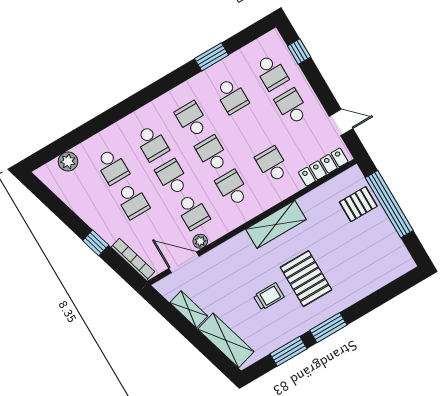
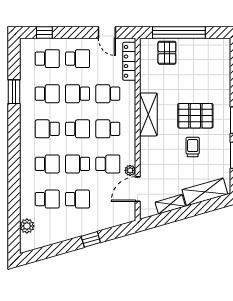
school desk: (292, 107) -> (78, 59), turned 180
door: (341, 122) -> (107, 33), swing flipped
school desk: (252, 130) -> (78, 94), added
school desk: (212, 154) -> (78, 129), turned 180
bookcase: (133, 259) -> (116, 221), removed

